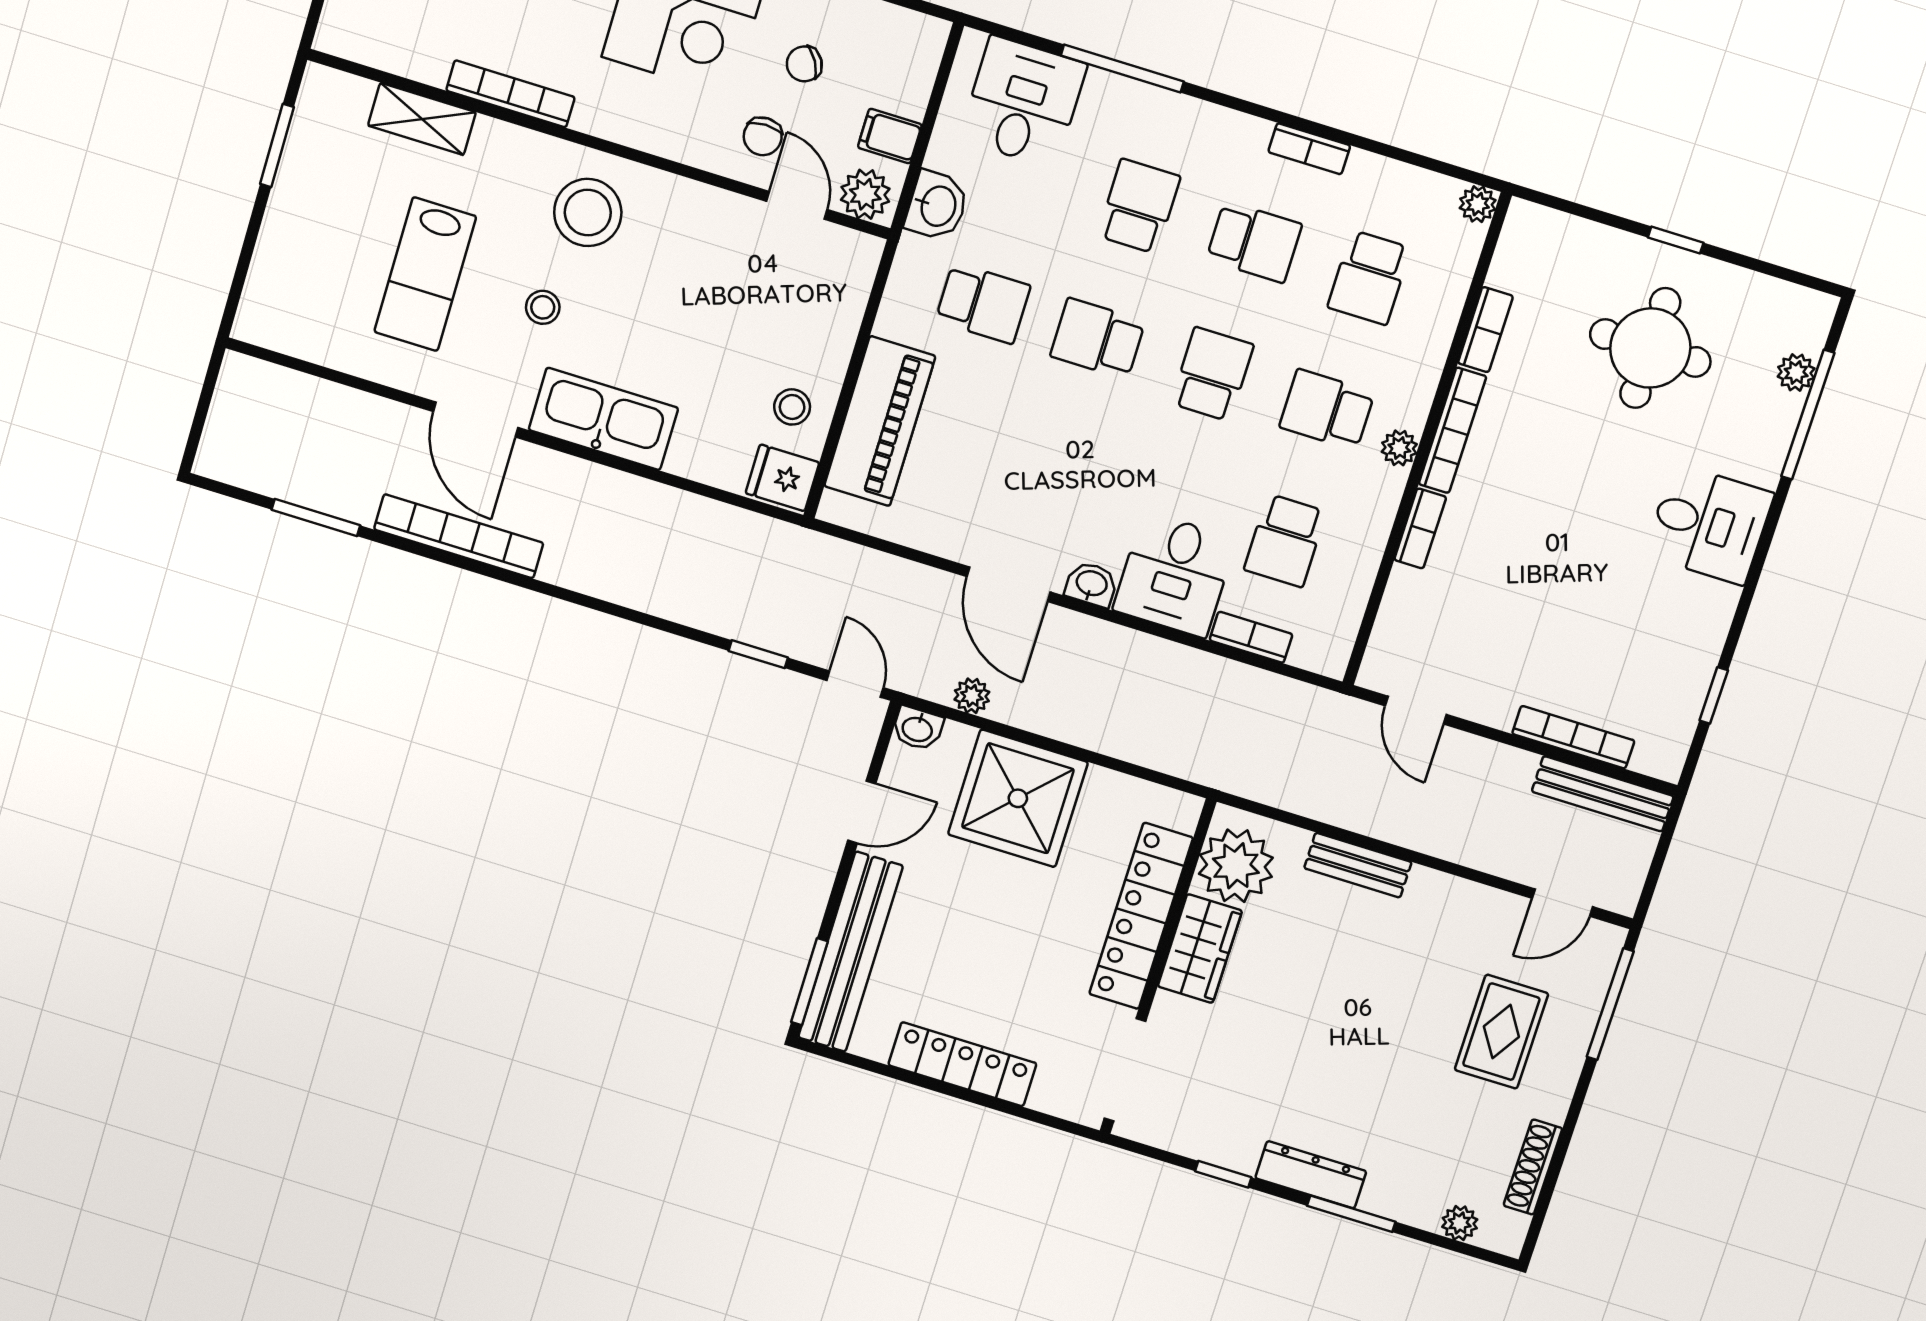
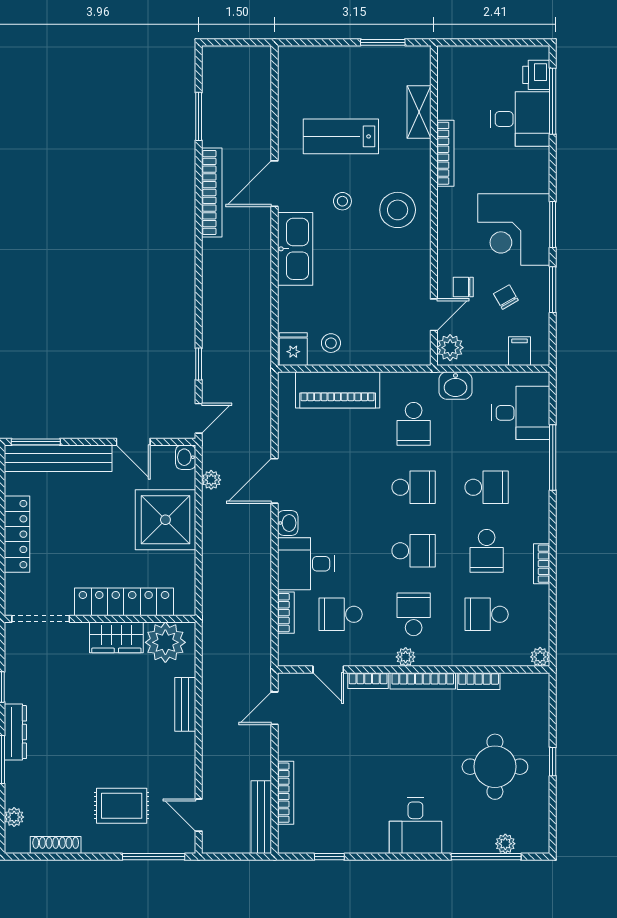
filing cabinet: (890, 136) -> (520, 351), moved
school desk: (1098, 339) -> (414, 487), turned 90
door: (1377, 593) -> (328, 670), added

